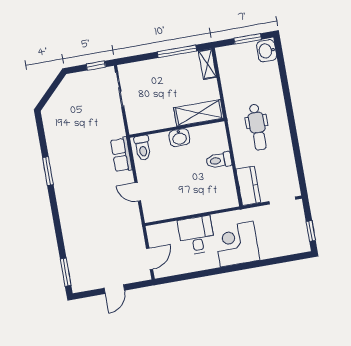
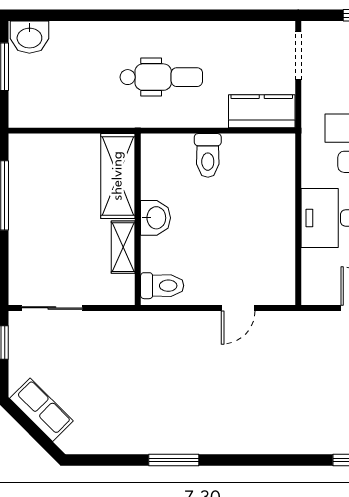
shelving: (208, 64) -> (123, 247), moved, turned 90
row of seats: (121, 155) -> (41, 410), moved, turned -135

